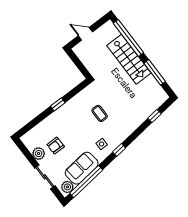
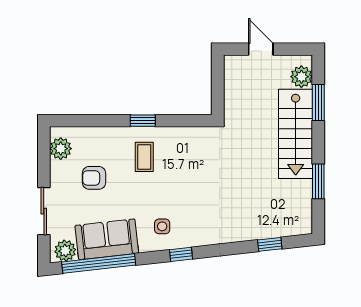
plant: (112, 32) -> (301, 77), added
window: (128, 38) -> (318, 103), width x0.47
window: (155, 72) -> (318, 181), width x0.69
coffee table: (100, 113) -> (144, 157), moved
plant: (39, 154) -> (61, 149), moved

